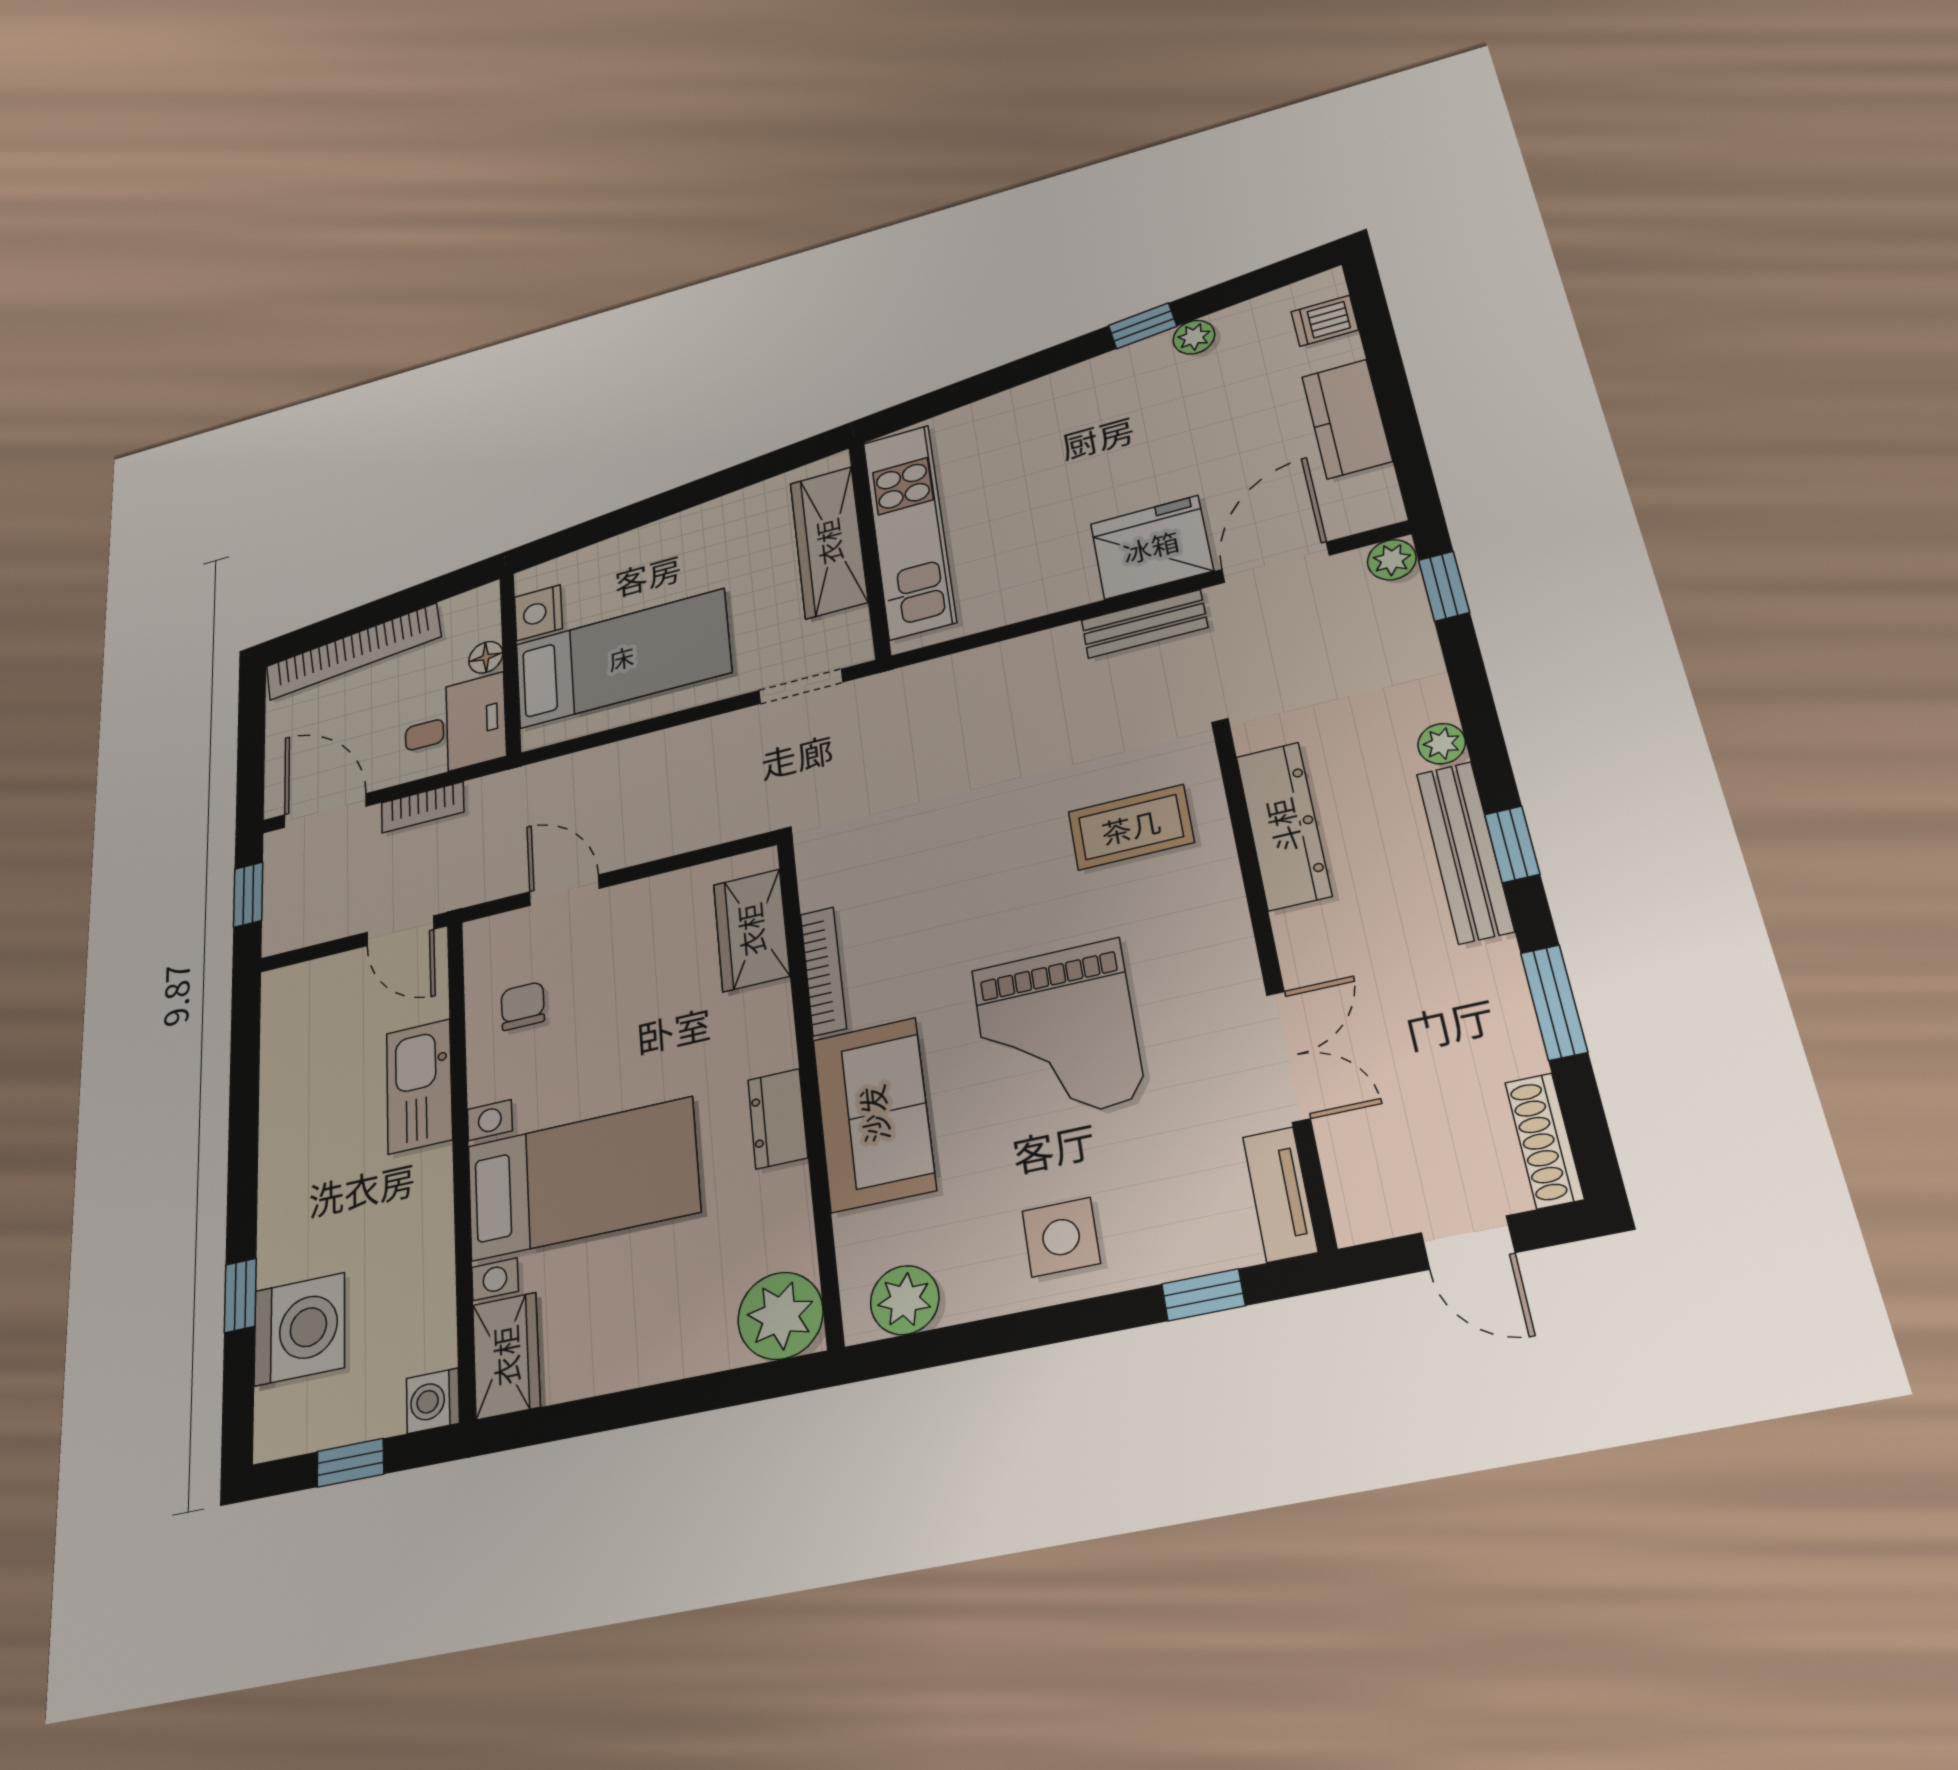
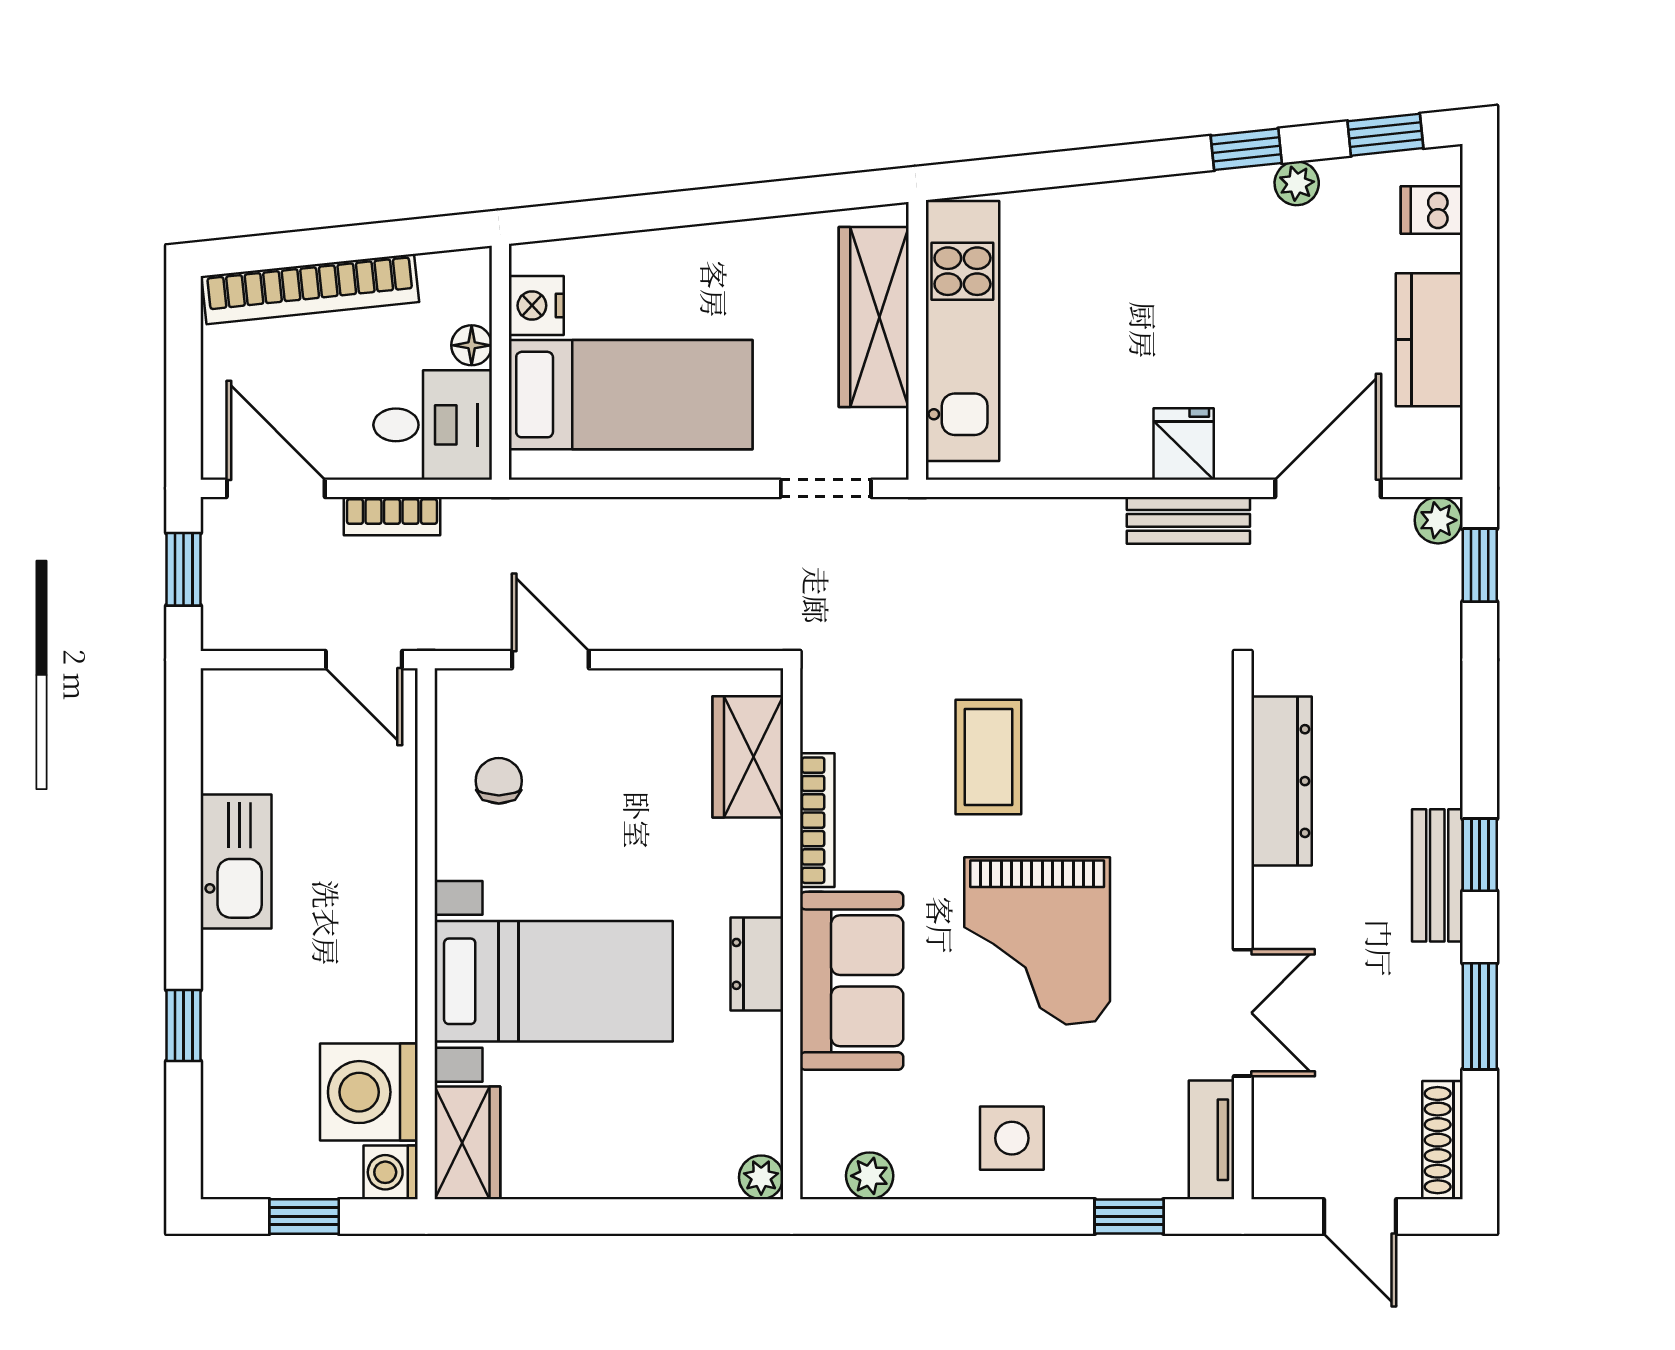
window: (1268, 279) -> (1385, 135), added
fridge: (1151, 547) -> (1184, 444), width x0.53, depth x0.75
plant: (1442, 744) -> (1441, 735), removed
coffee table: (1131, 827) -> (988, 757), moved, turned 90
bench: (1465, 852) -> (1437, 875), width x0.73
kitchen sink: (419, 1086) -> (236, 861), moved, turned 180
plant: (905, 1300) -> (870, 1176), width x0.73, depth x0.73
plant: (780, 1316) -> (761, 1177), width x0.53, depth x0.53
washing machine: (299, 1329) -> (369, 1092), moved, turned 180

